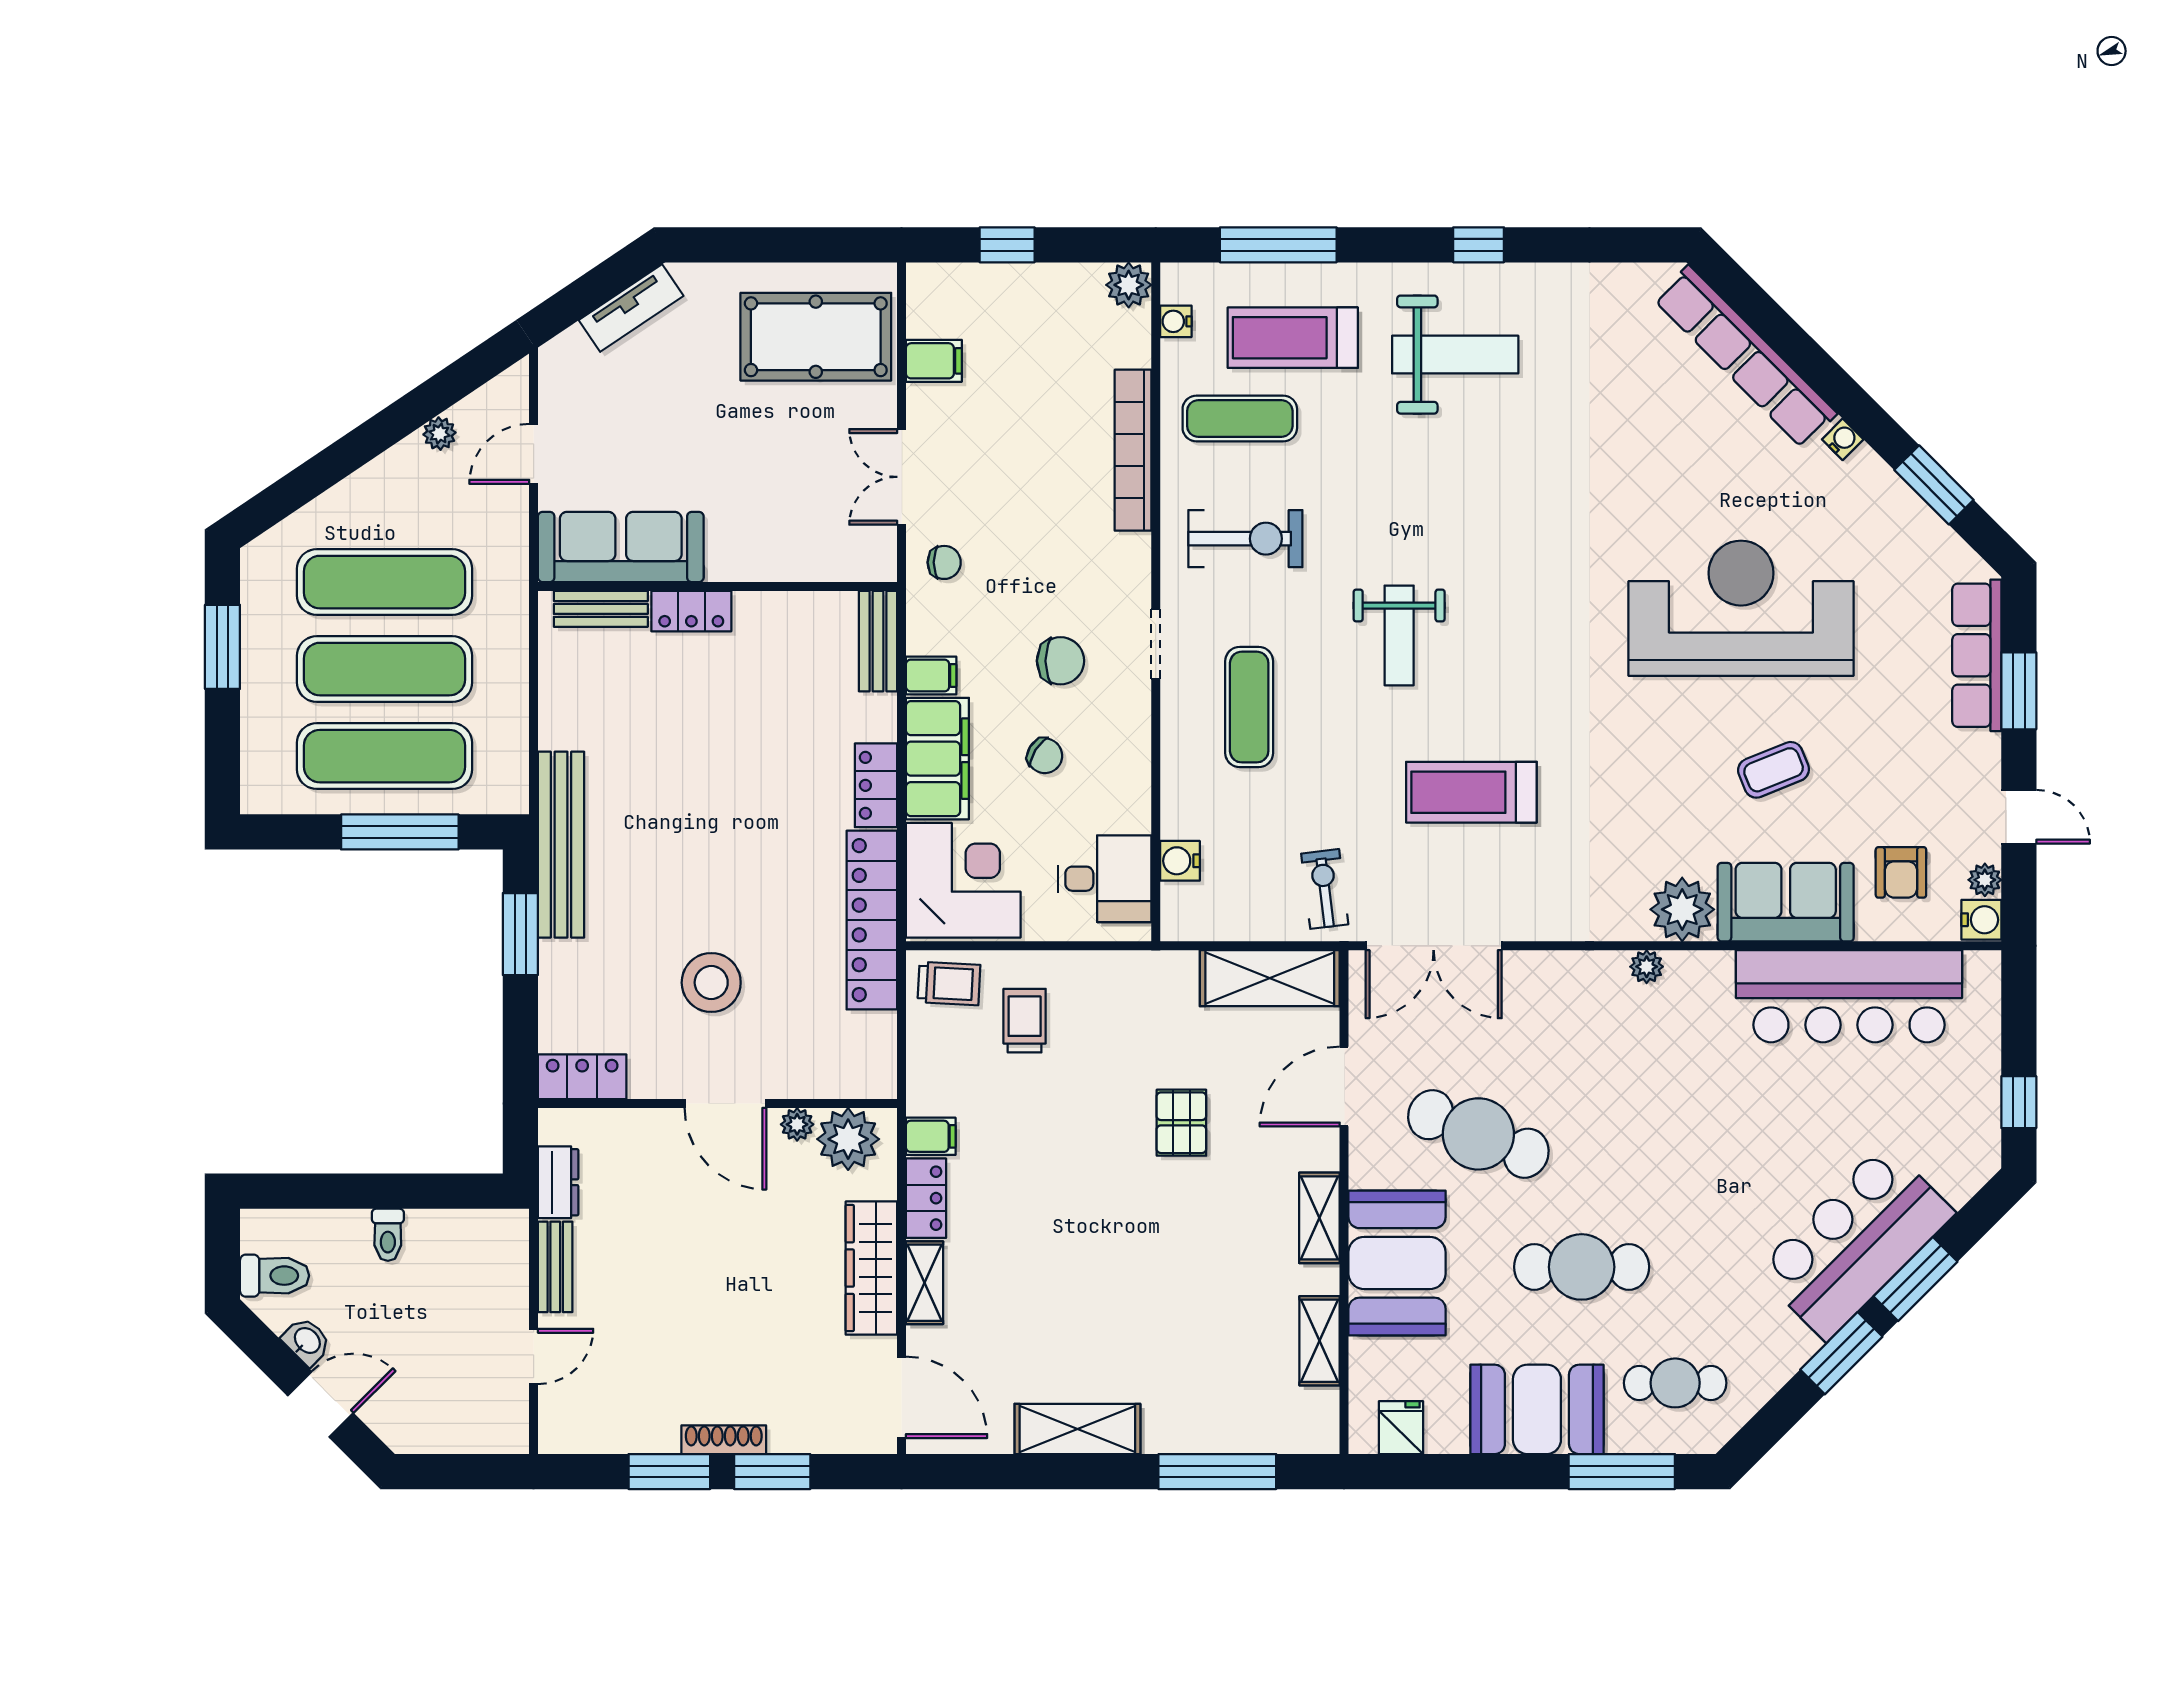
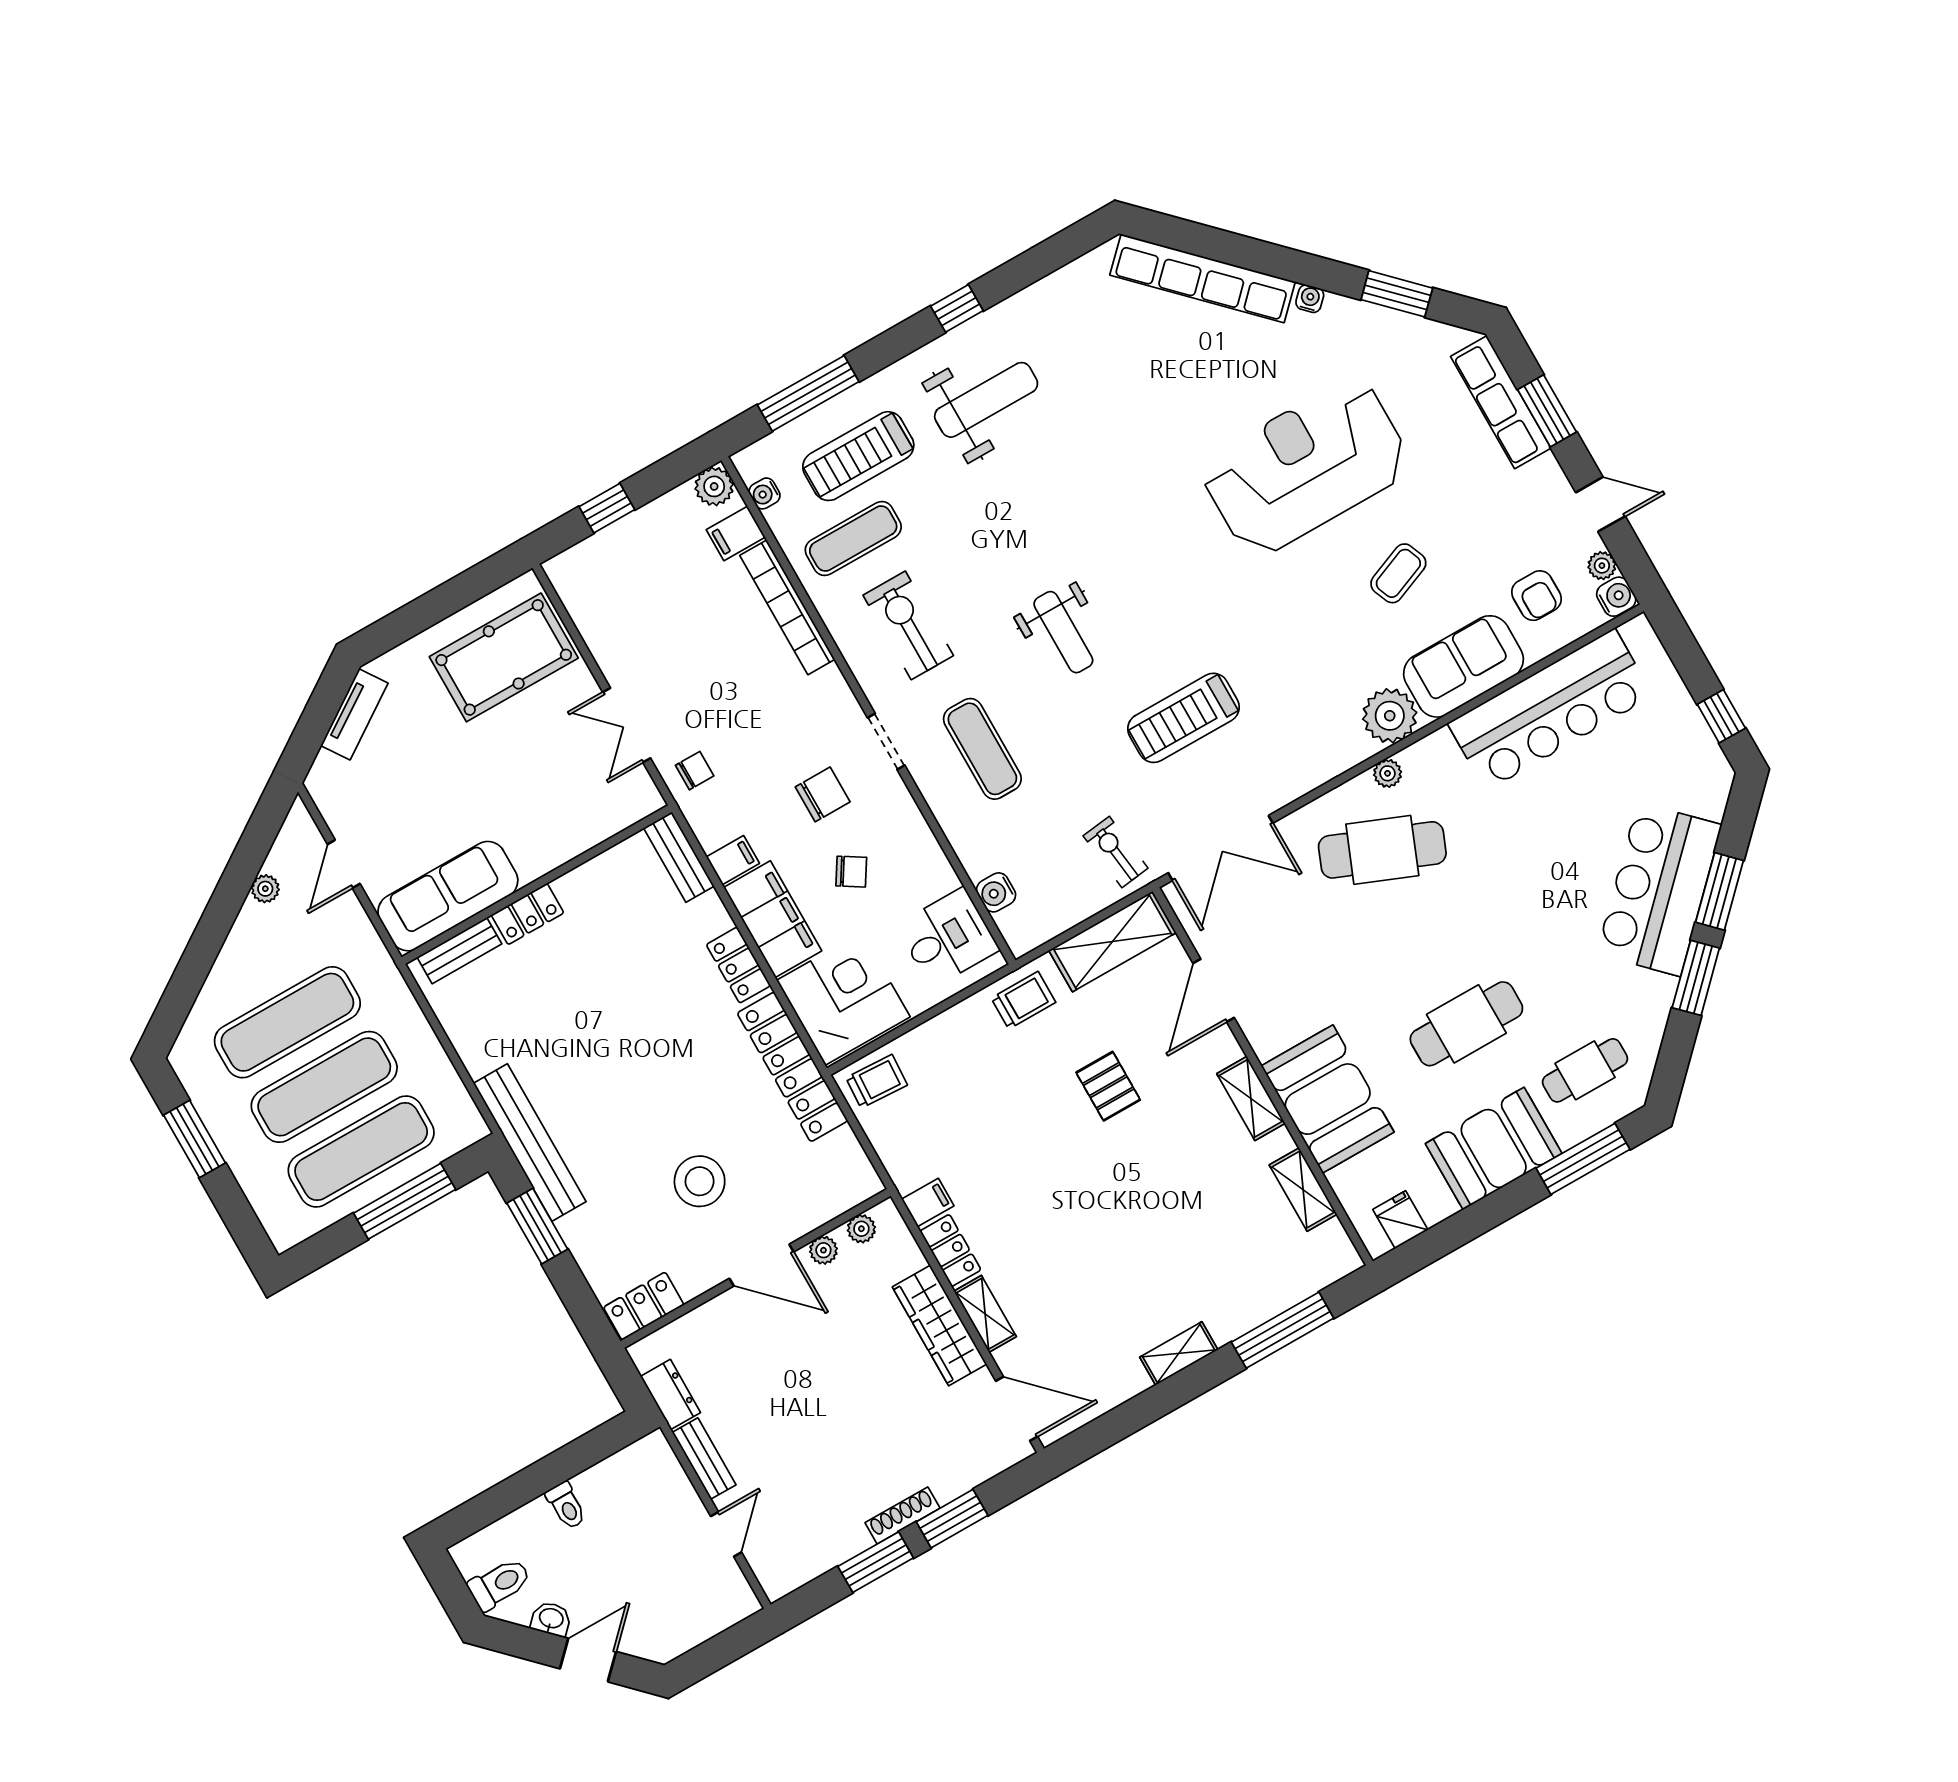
filing cabinet: (934, 361) -> (736, 533), moved, turned 180
exercise bike: (1245, 539) -> (908, 625), turned -90
trolley: (1025, 1021) -> (1023, 1000), moved, turned 90
cafe table: (1478, 1134) -> (1382, 850), moved
plant: (848, 1139) -> (861, 1229), width x0.53, depth x0.53
shelving: (1077, 1429) -> (1179, 1353), width x0.67, depth x0.75

